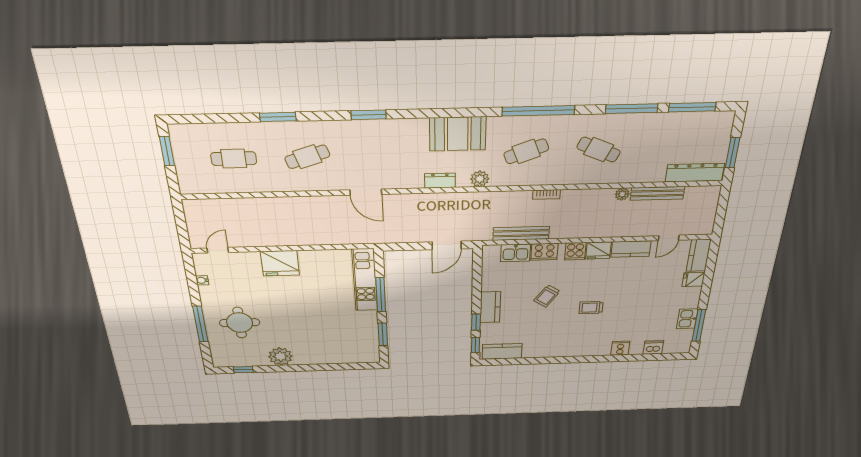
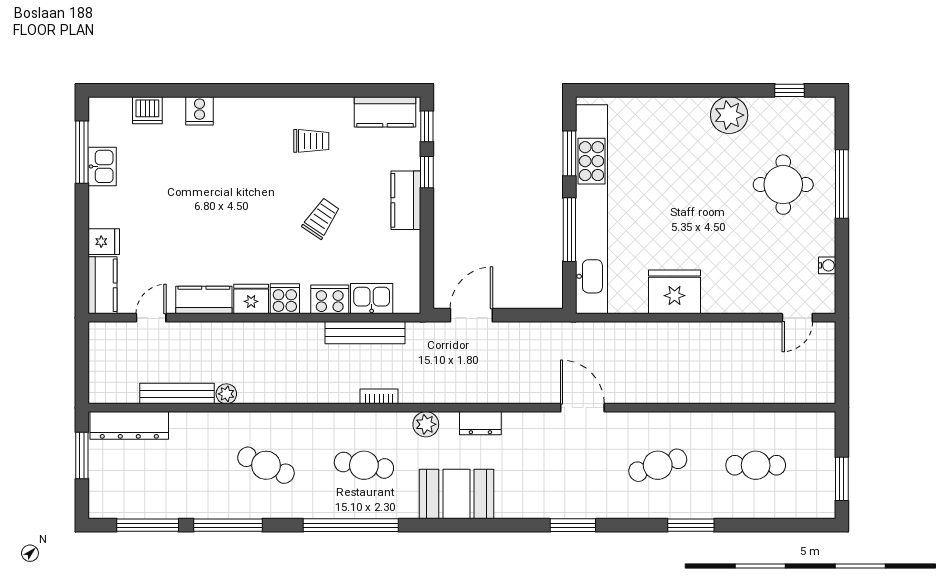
cafe table: (526, 151) -> (364, 465), turned 30
bookcase: (546, 194) -> (379, 396), moved
fridge: (280, 263) -> (675, 292), moved
kitchen unit: (365, 280) -> (591, 209), width x1.86
trolley: (591, 308) -> (311, 141), moved

